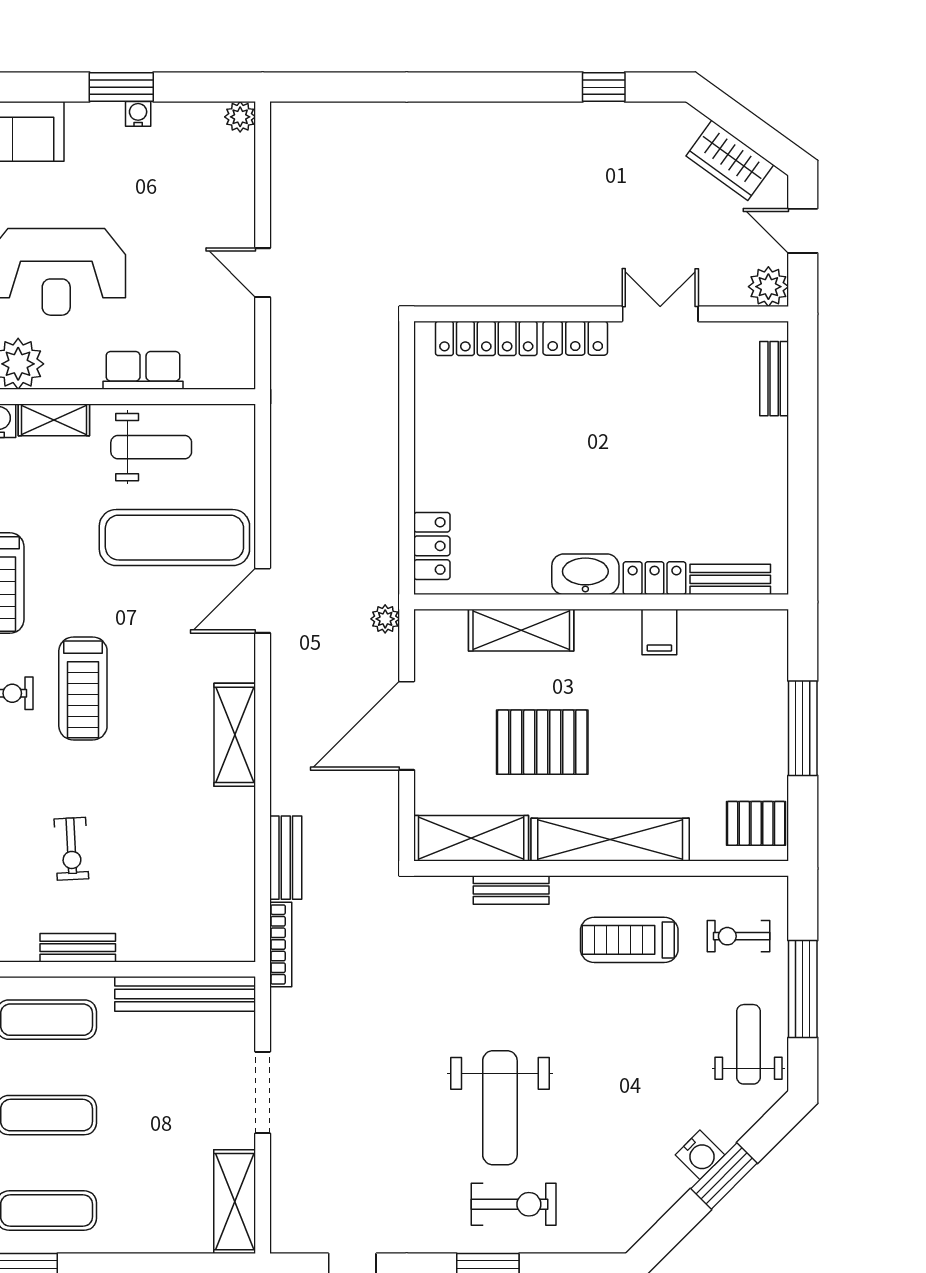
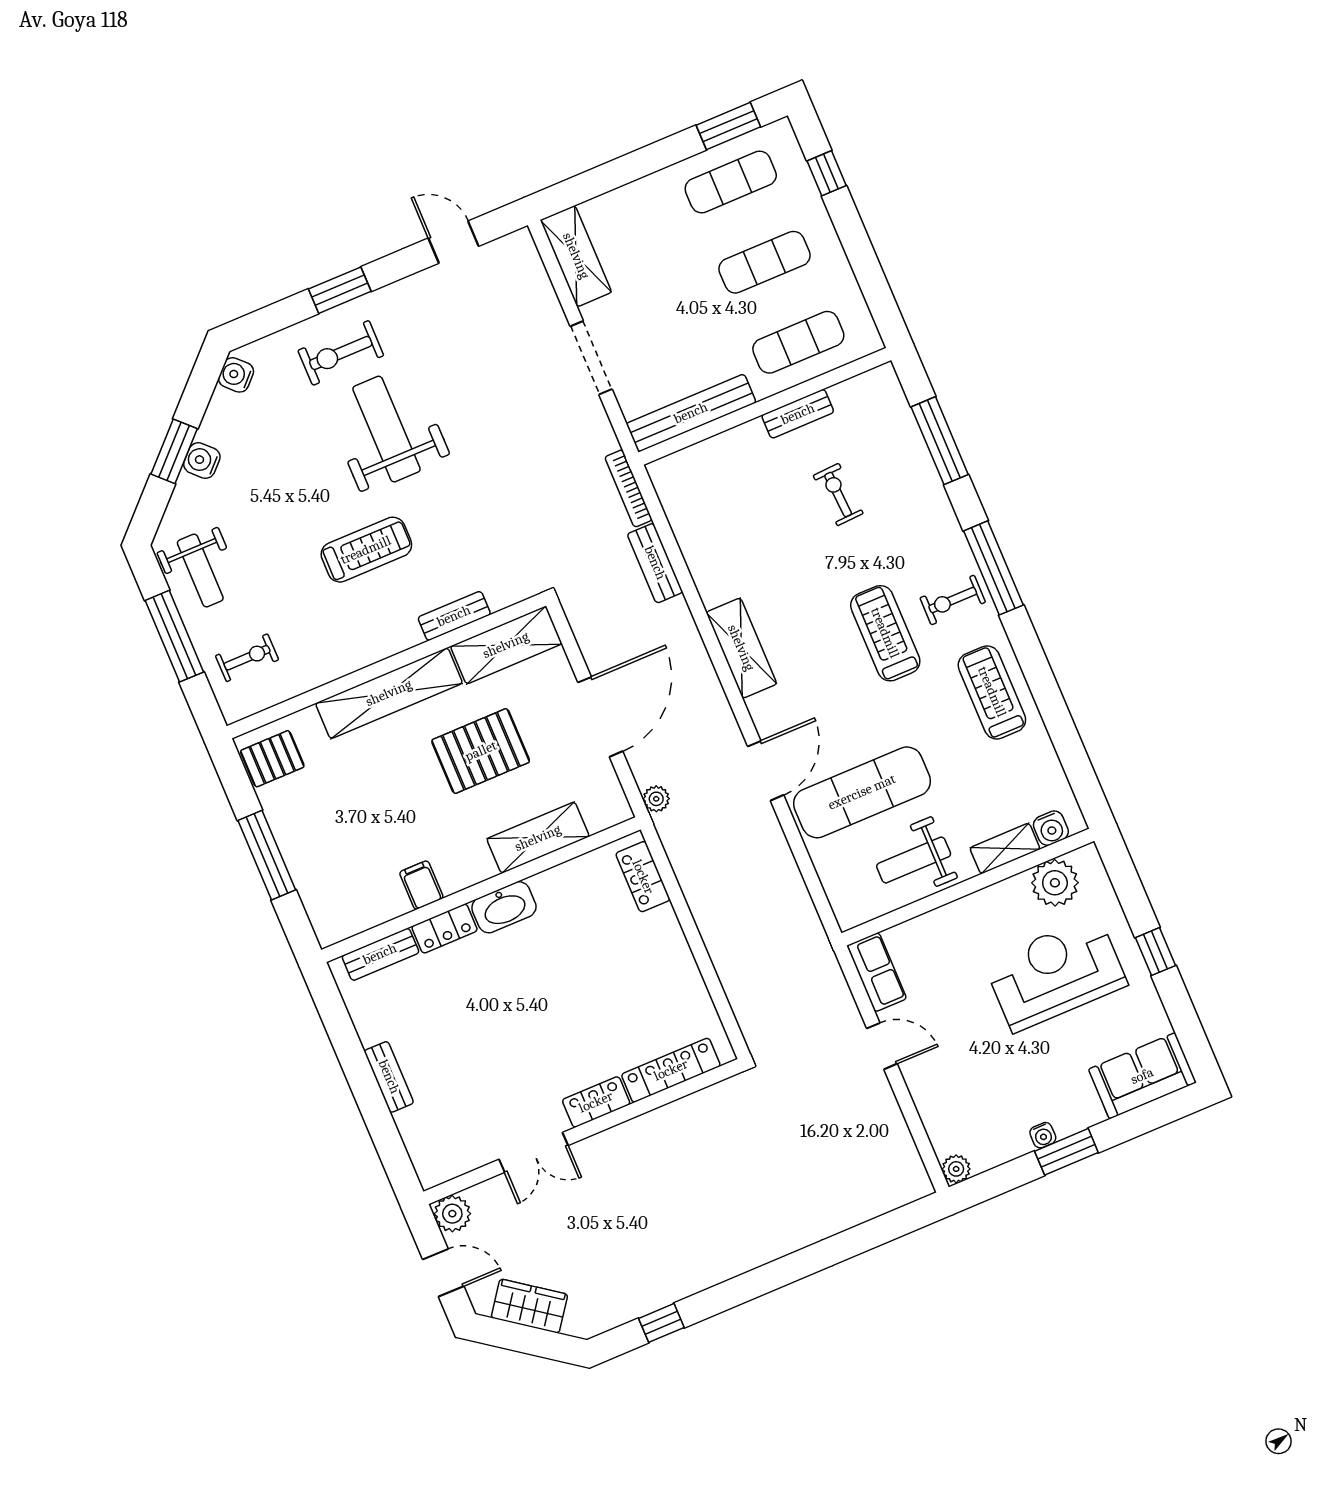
row of seats: (143, 370) -> (877, 972), moved, turned -90
bench: (774, 379) -> (389, 1077), moved
treadmill: (629, 940) -> (366, 550), moved
water cooler: (629, 1227) -> (236, 375), added

